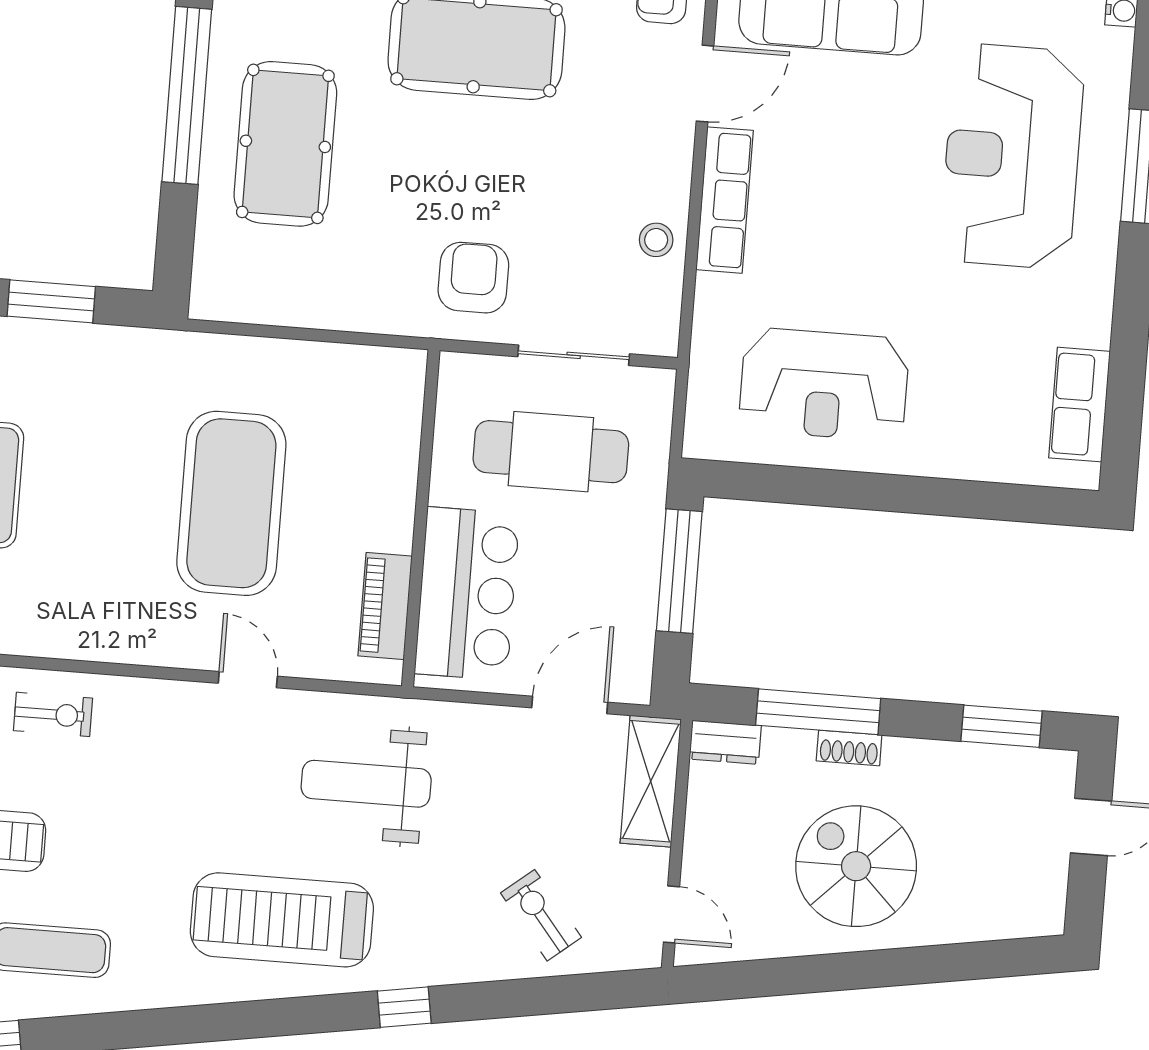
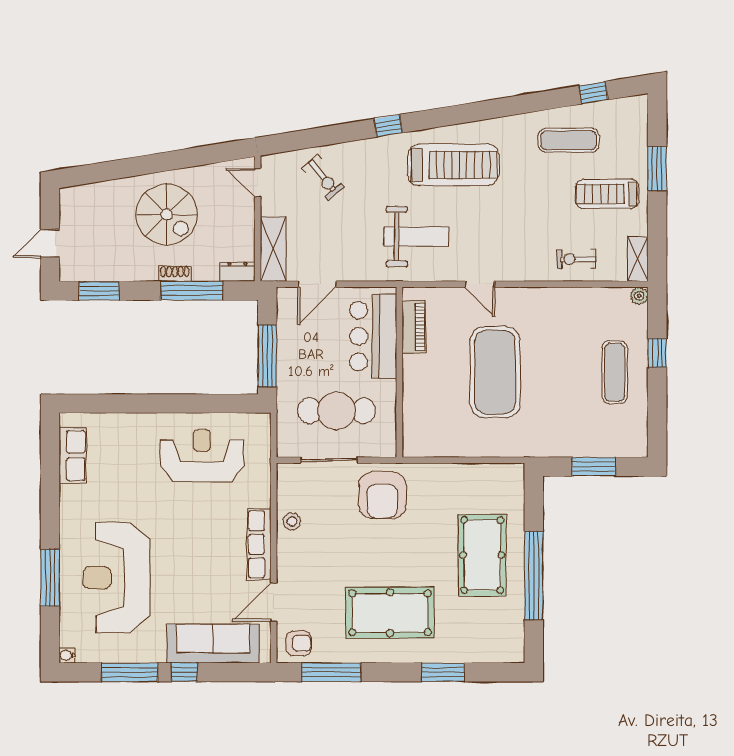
reception desk: (1012, 156) -> (116, 578), turned 180
armchair: (473, 278) -> (382, 495), width x1.36, depth x1.36

